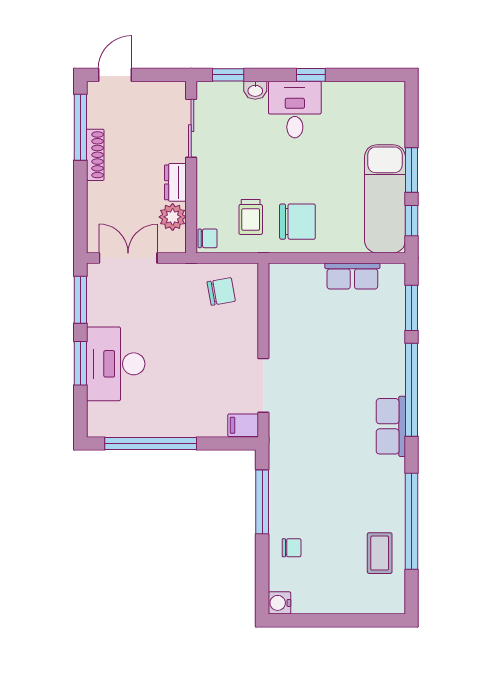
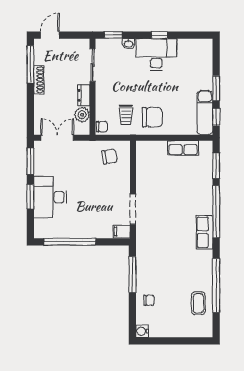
desk: (295, 110) -> (156, 54), width x1.37
exam couch: (385, 199) -> (205, 113), width x0.73, depth x0.69

